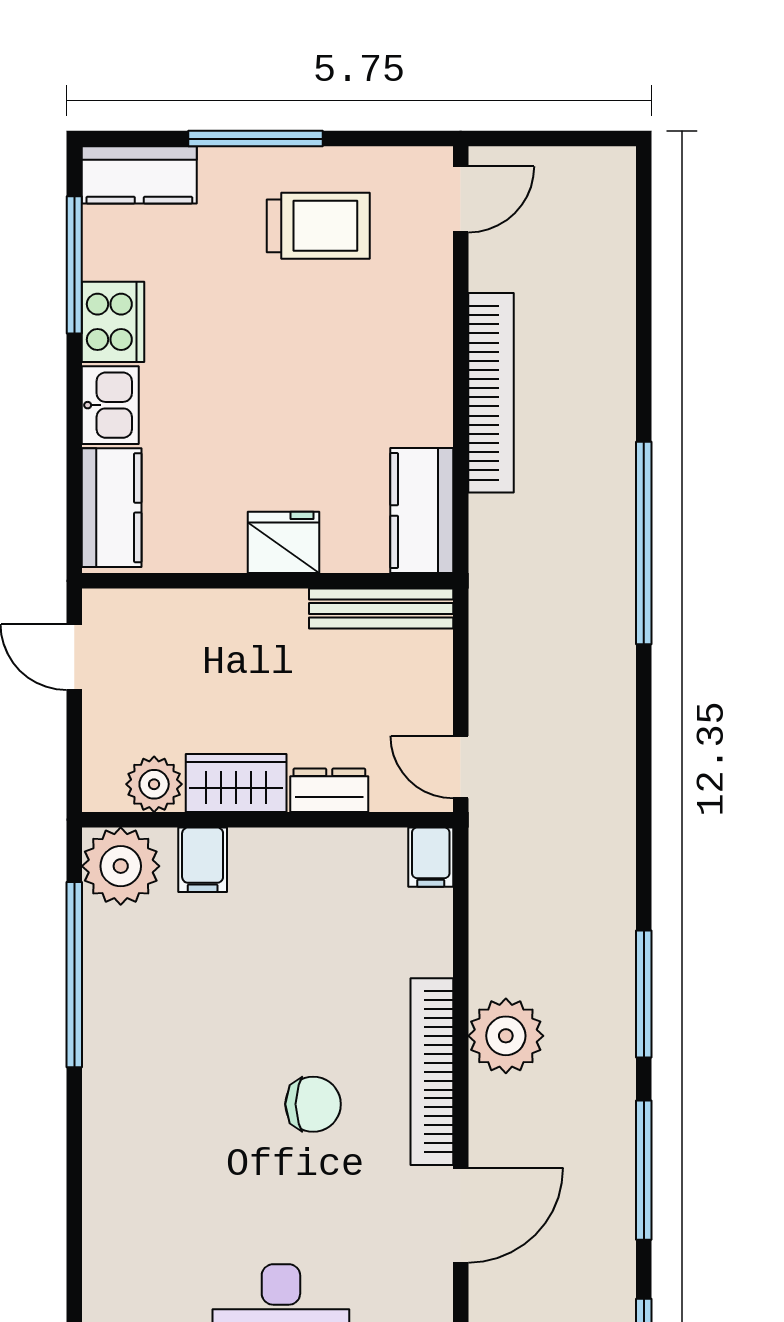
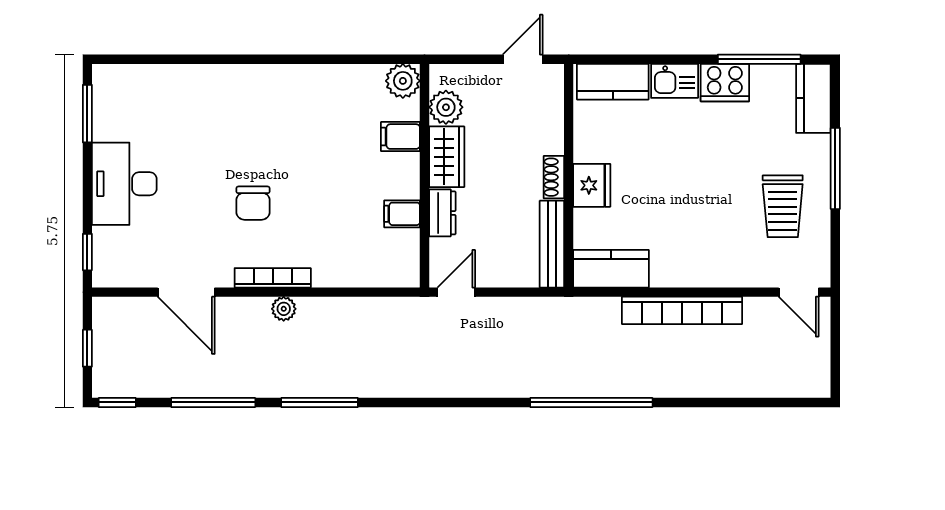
shoe rack: (270, 605) -> (554, 177), added
filing cabinet: (431, 857) -> (402, 214), moved
plant: (121, 866) -> (403, 81), width x0.73, depth x0.73
window: (74, 975) -> (331, 59), removed
plant: (506, 1036) -> (284, 309), width x0.53, depth x0.53
bookcase: (432, 1072) -> (273, 278), width x0.68, depth x0.76

